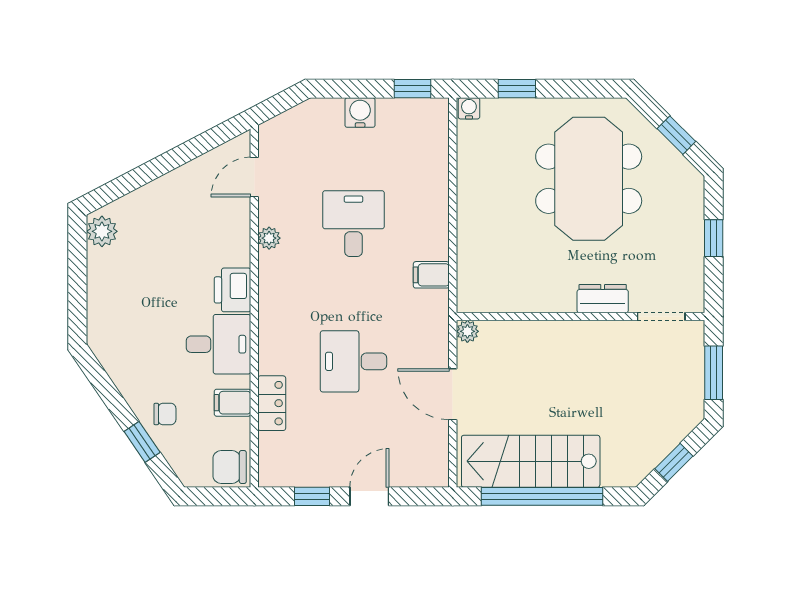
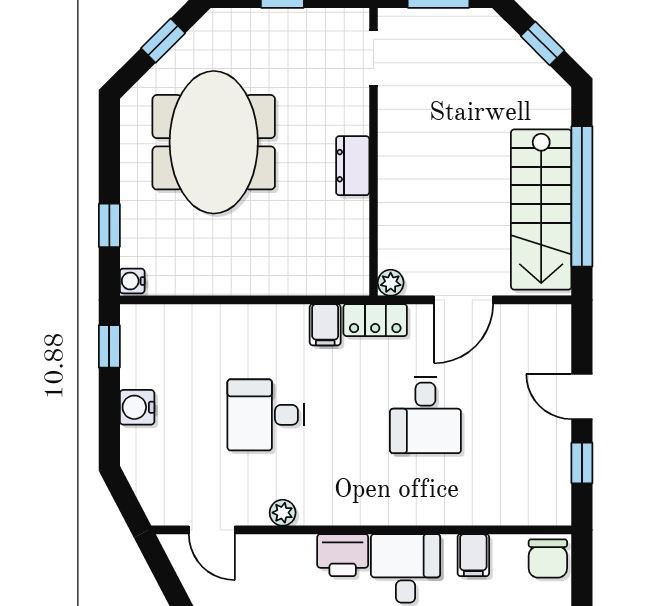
meeting table: (589, 179) -> (214, 142), turned 90
dresser: (603, 299) -> (353, 166), moved
locker: (272, 403) -> (375, 320), moved, turned 180

